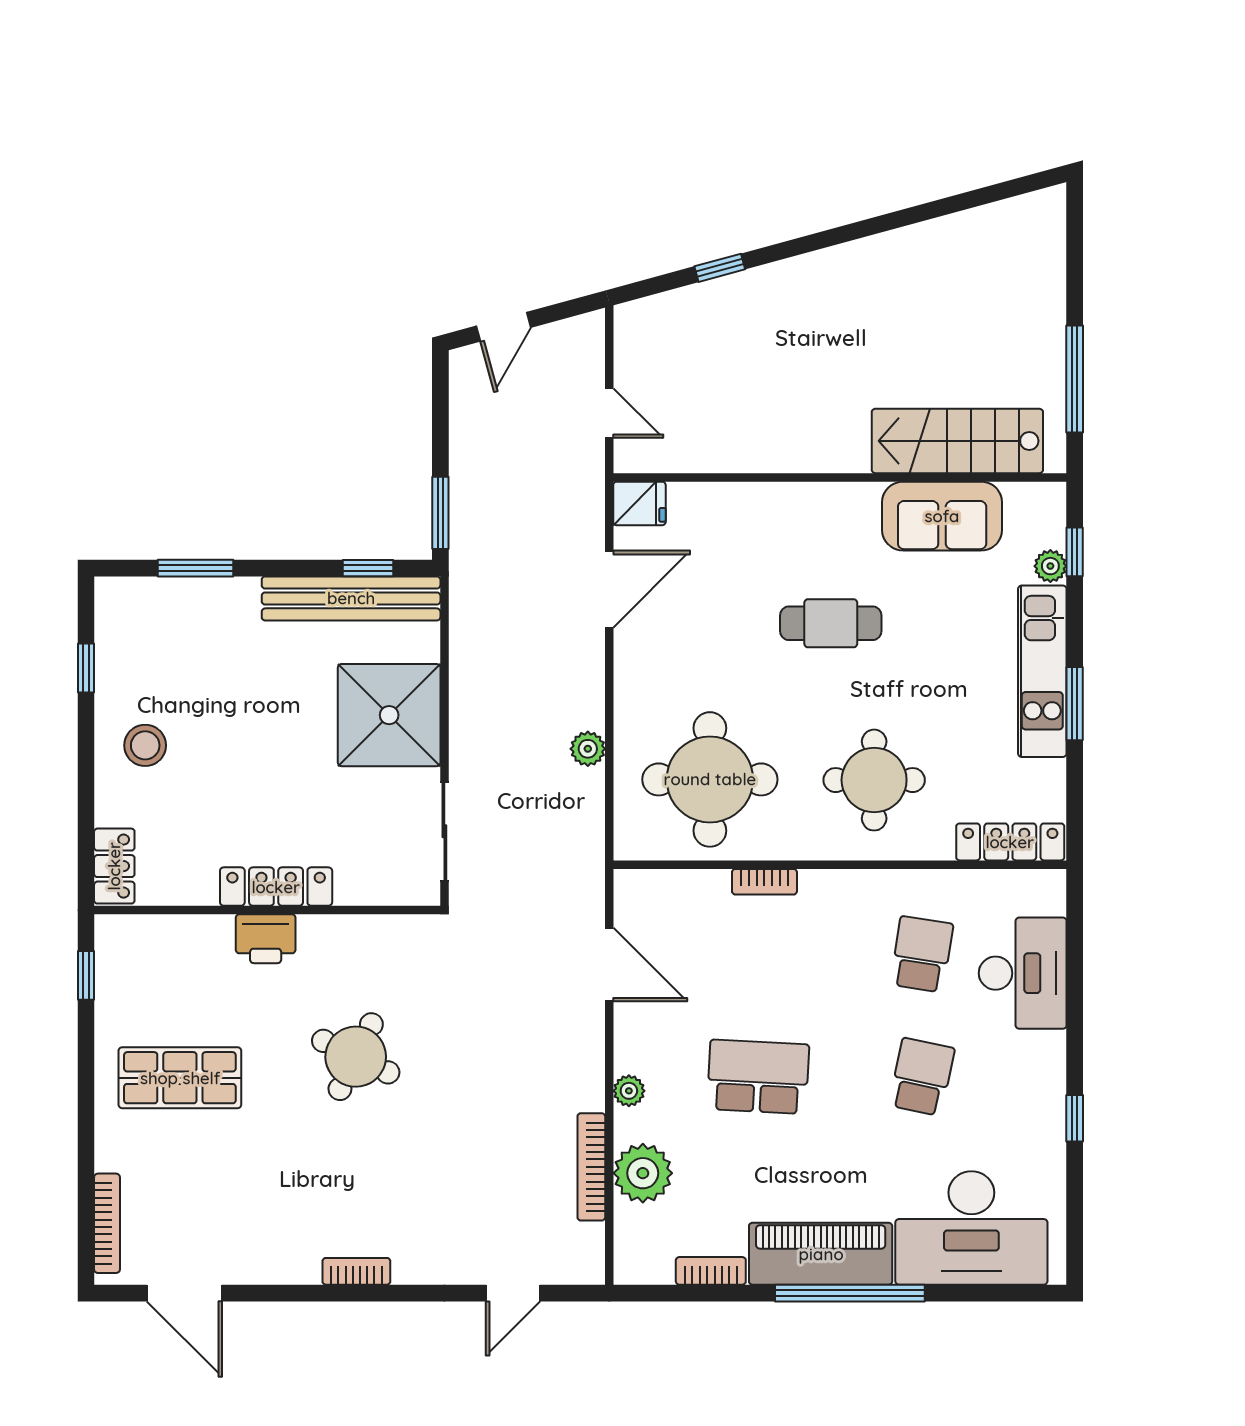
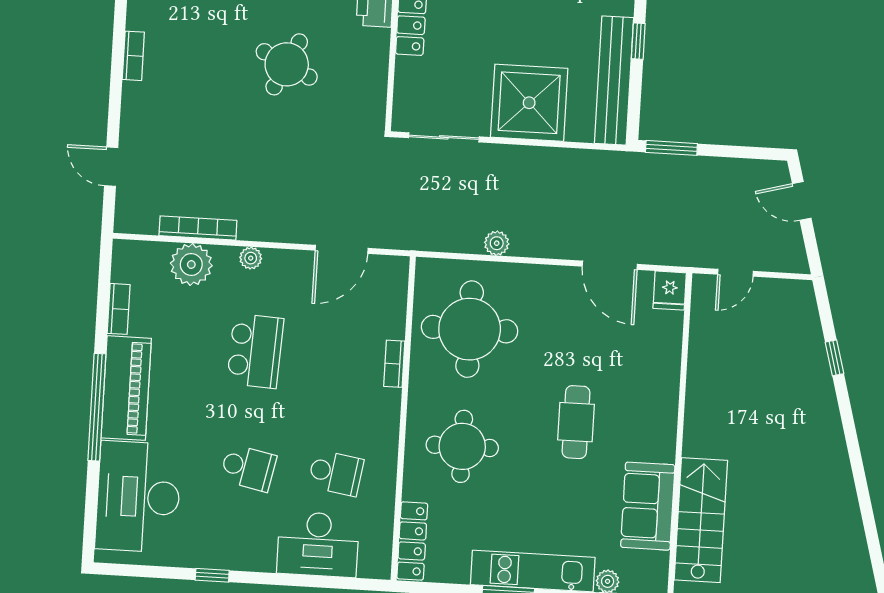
window: (368, 568) -> (638, 41), moved

